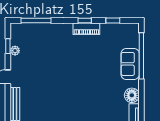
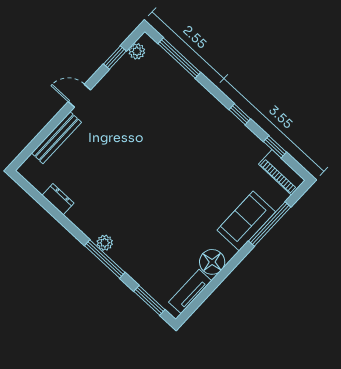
piano: (86, 29) -> (282, 172), moved
plant: (15, 51) -> (137, 51), moved
window: (141, 56) -> (270, 224), width x0.68

